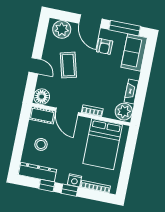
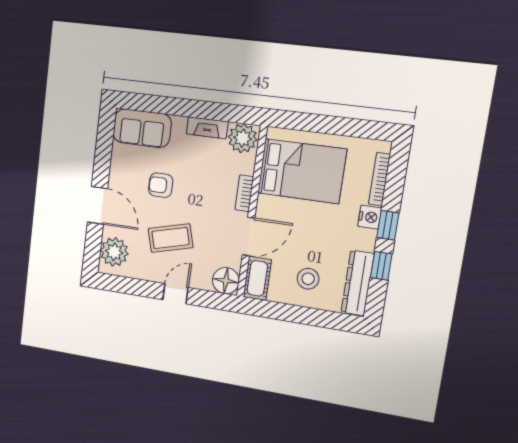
door: (90, 21) -> (97, 205), hinge flipped
window: (125, 28) -> (104, 147), removed
armchair: (105, 46) -> (161, 185), moved, turned 180

